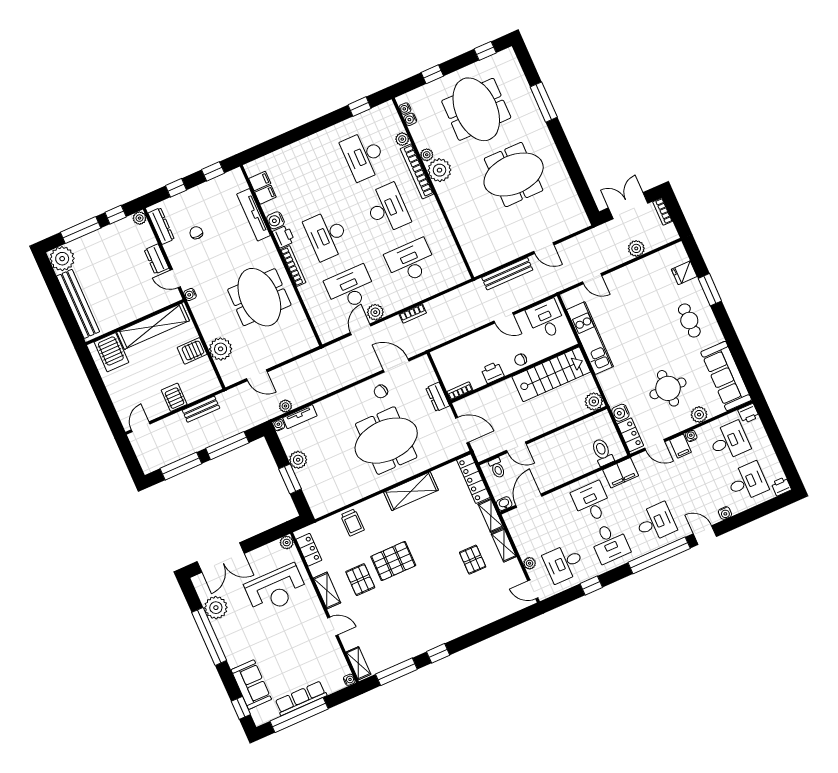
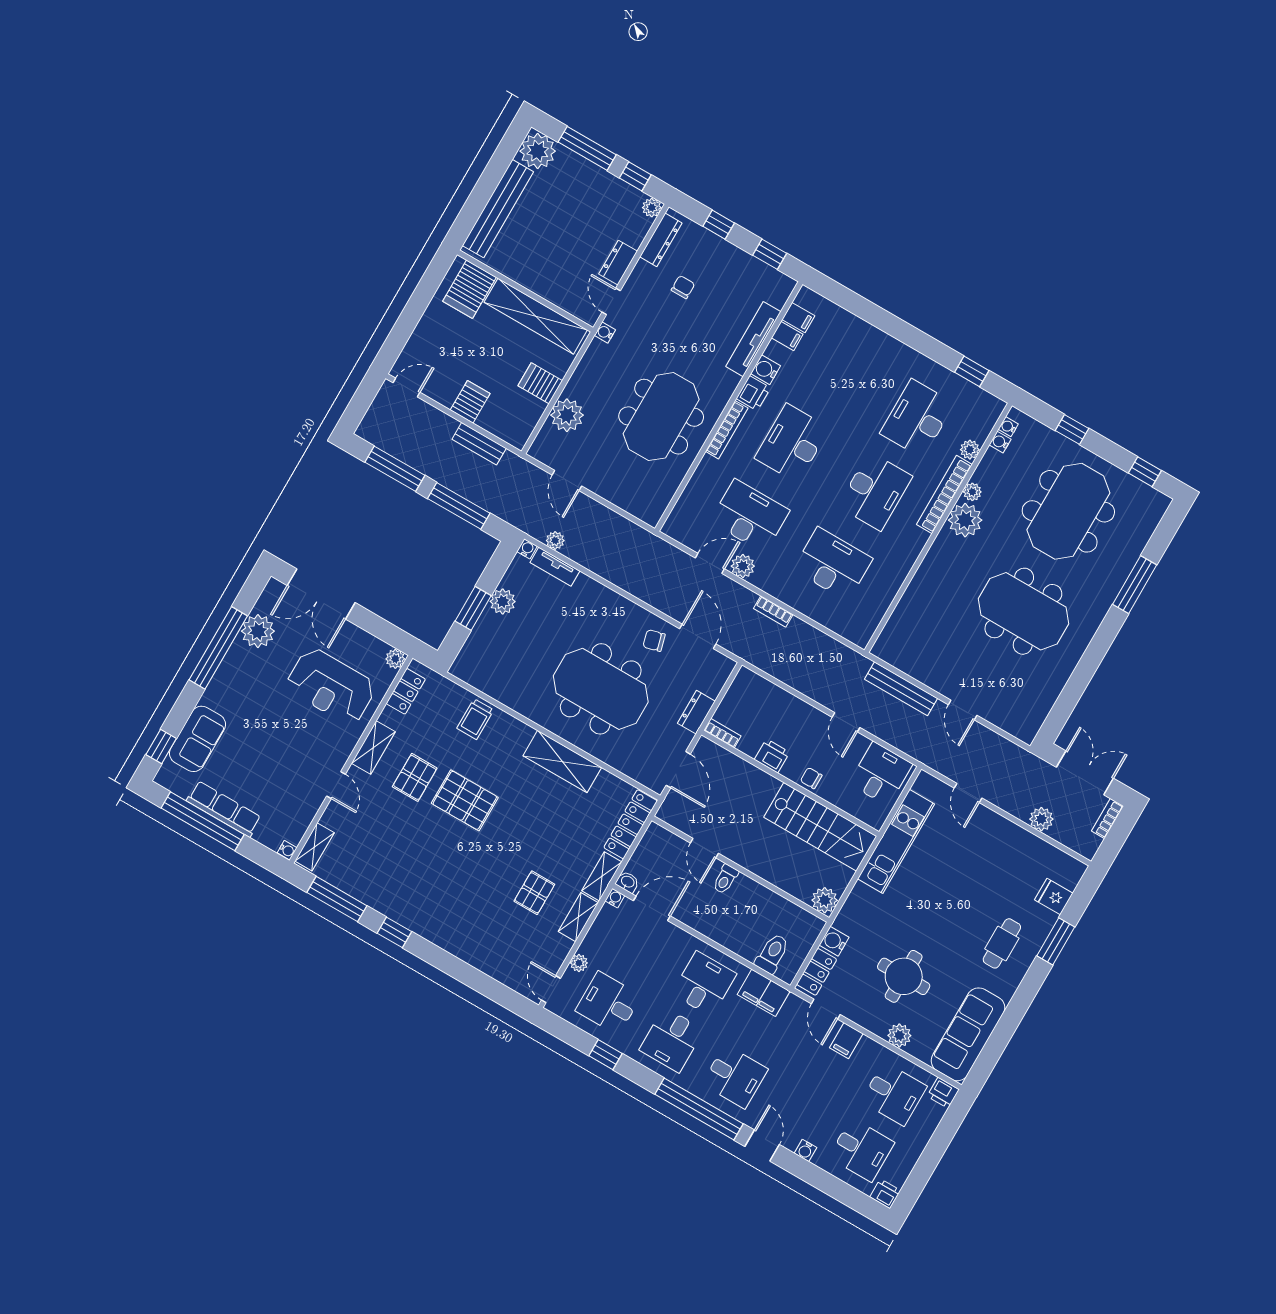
water cooler: (691, 436) -> (615, 898), moved
toilet: (497, 468) -> (725, 879), moved

